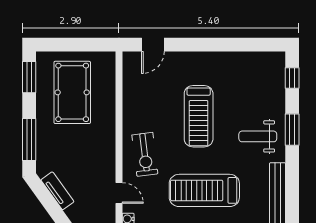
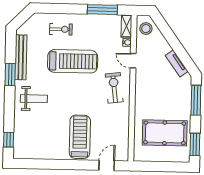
pool table: (72, 92) -> (165, 133), turned 90
treadmill: (199, 116) -> (80, 137), moved
window: (292, 130) -> (10, 75), moved

